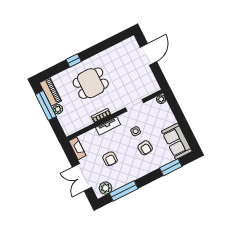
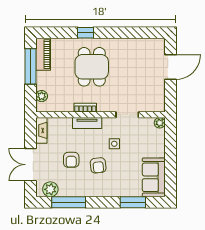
dining table: (91, 83) -> (92, 67), turned 90
plant: (58, 109) -> (42, 96), moved
armchair: (145, 148) -> (98, 165), moved

